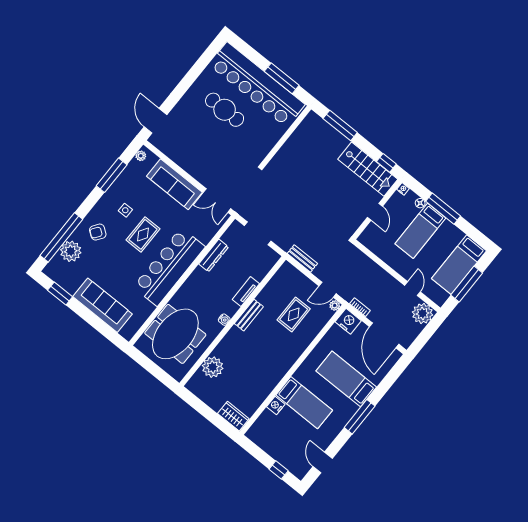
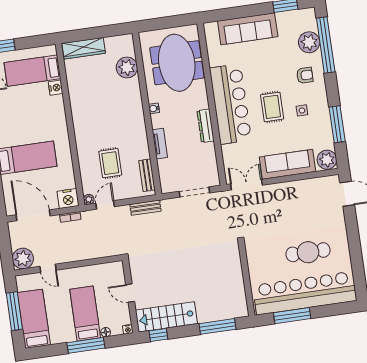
plant: (141, 156) -> (327, 160), width x1.88, depth x1.88
armchair: (98, 232) -> (305, 75), turned 55
dresser: (214, 255) -> (206, 126), moved
bench: (249, 315) -> (147, 175), moved
bed: (304, 403) -> (32, 71), moved
wardrobe: (233, 416) -> (84, 48), width x1.50

